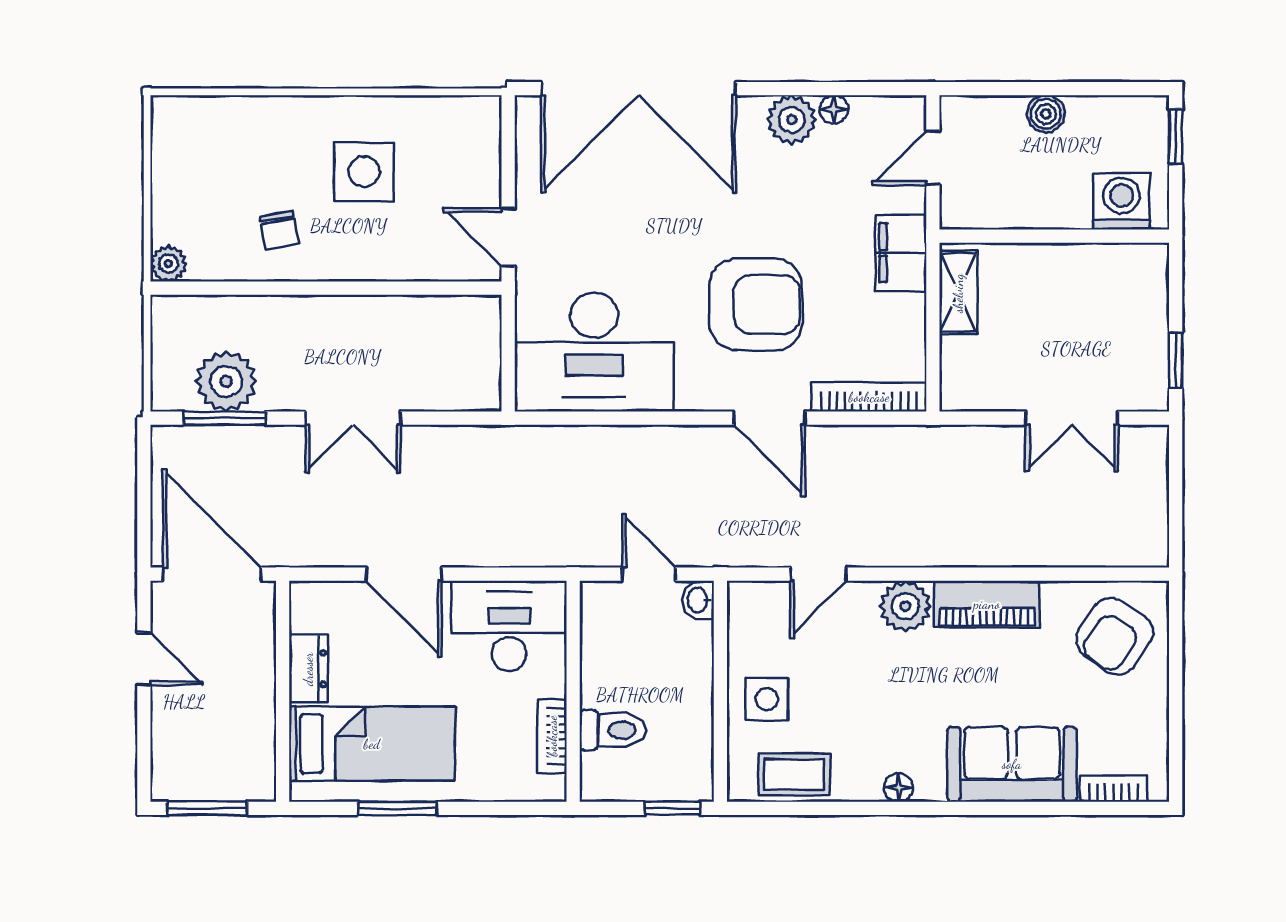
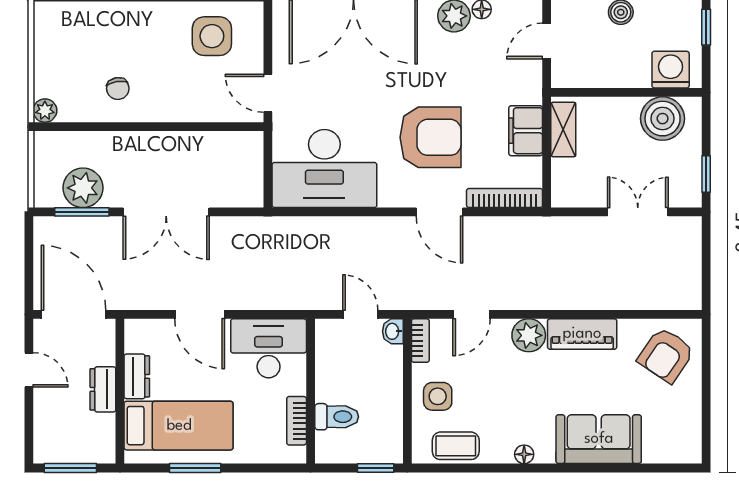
side table: (364, 172) -> (212, 36), moved
filing cabinet: (901, 253) -> (526, 131), moved
boiler: (1109, 276) -> (663, 119), added
double door: (353, 418) -> (166, 212), width x1.37
double door: (1072, 418) -> (638, 212), swing flipped
dresser: (257, 689) -> (103, 389), added
bookcase: (1114, 788) -> (420, 341), moved, turned 90

